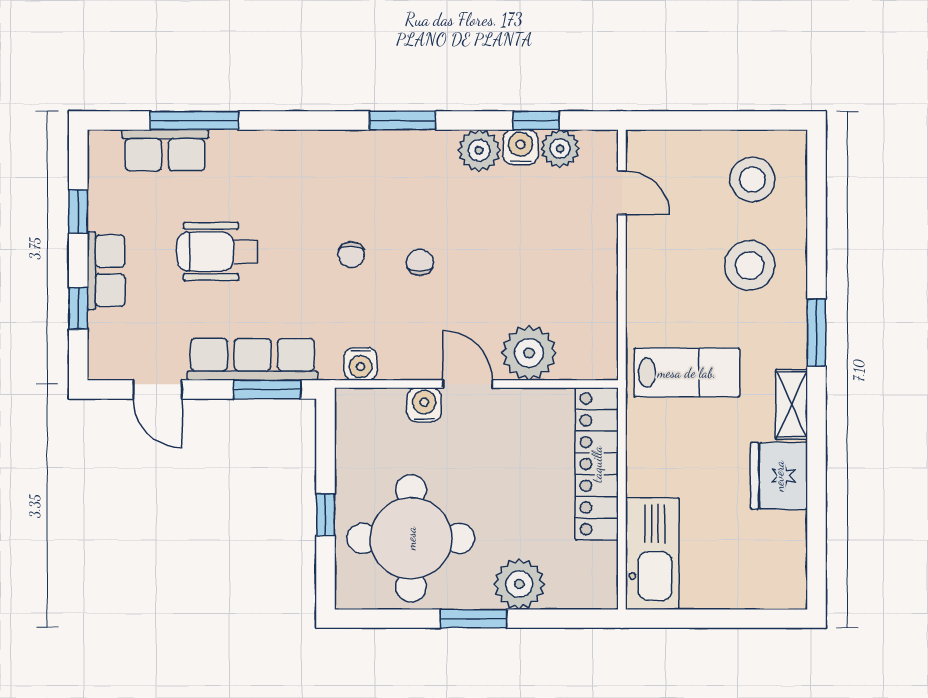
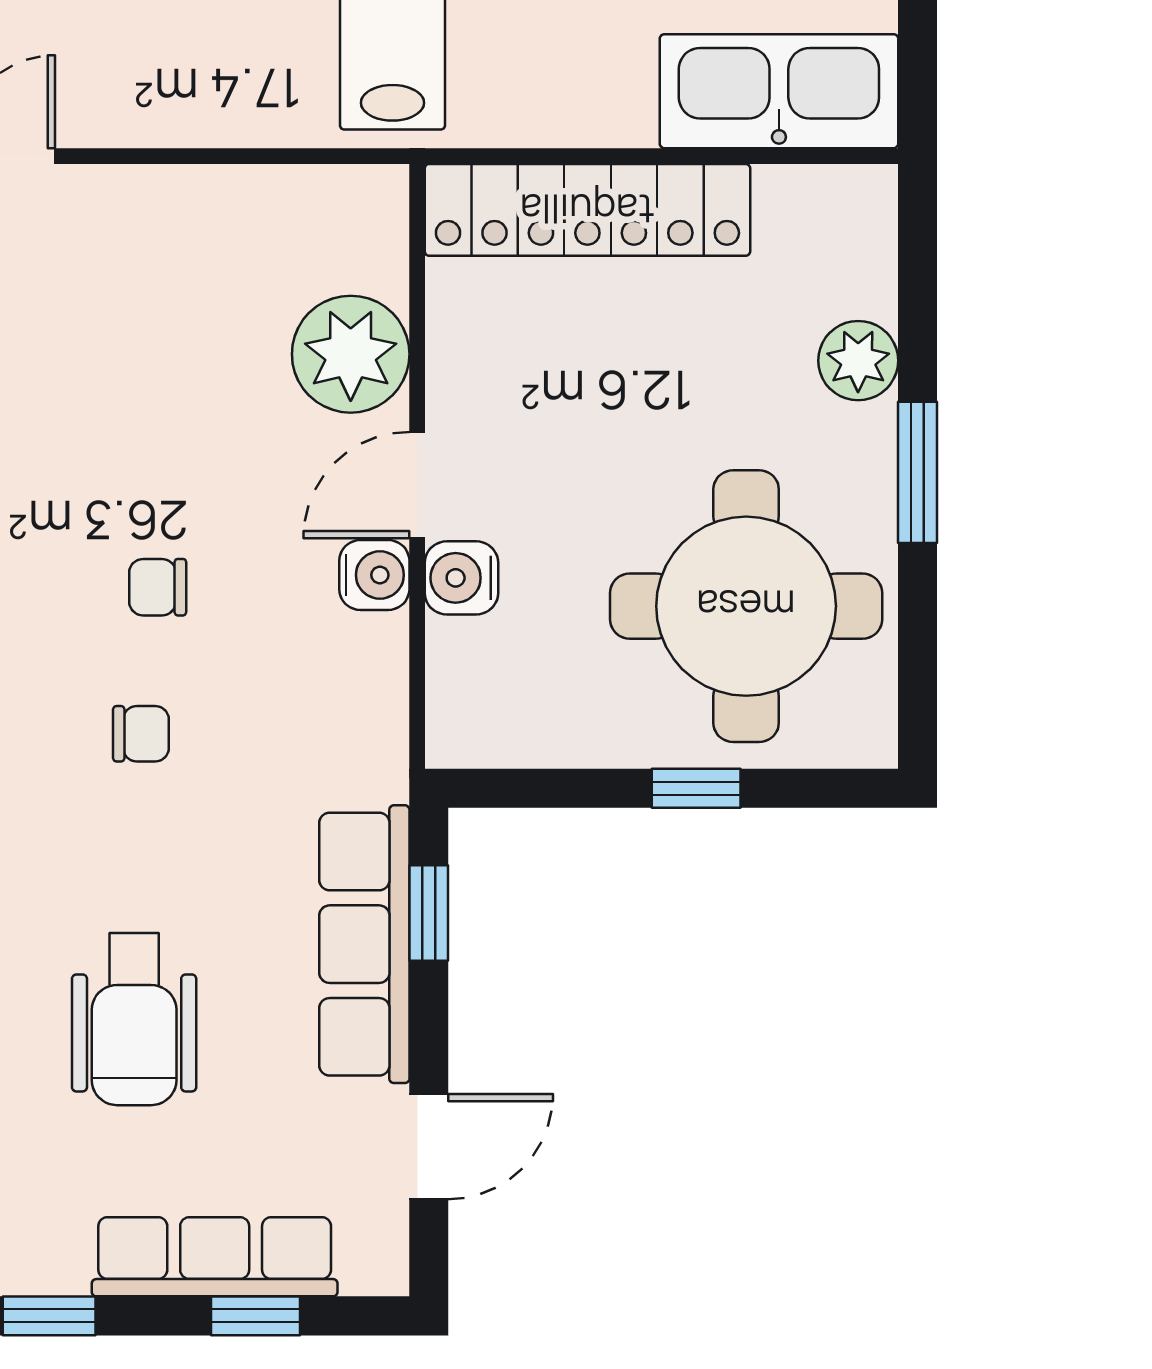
row of seats: (106, 271) -> (215, 1257), width x1.48
water cooler: (360, 364) -> (374, 575), moved
window: (267, 390) -> (429, 913), width x0.67
plant: (519, 584) -> (858, 361), width x0.73, depth x0.73

